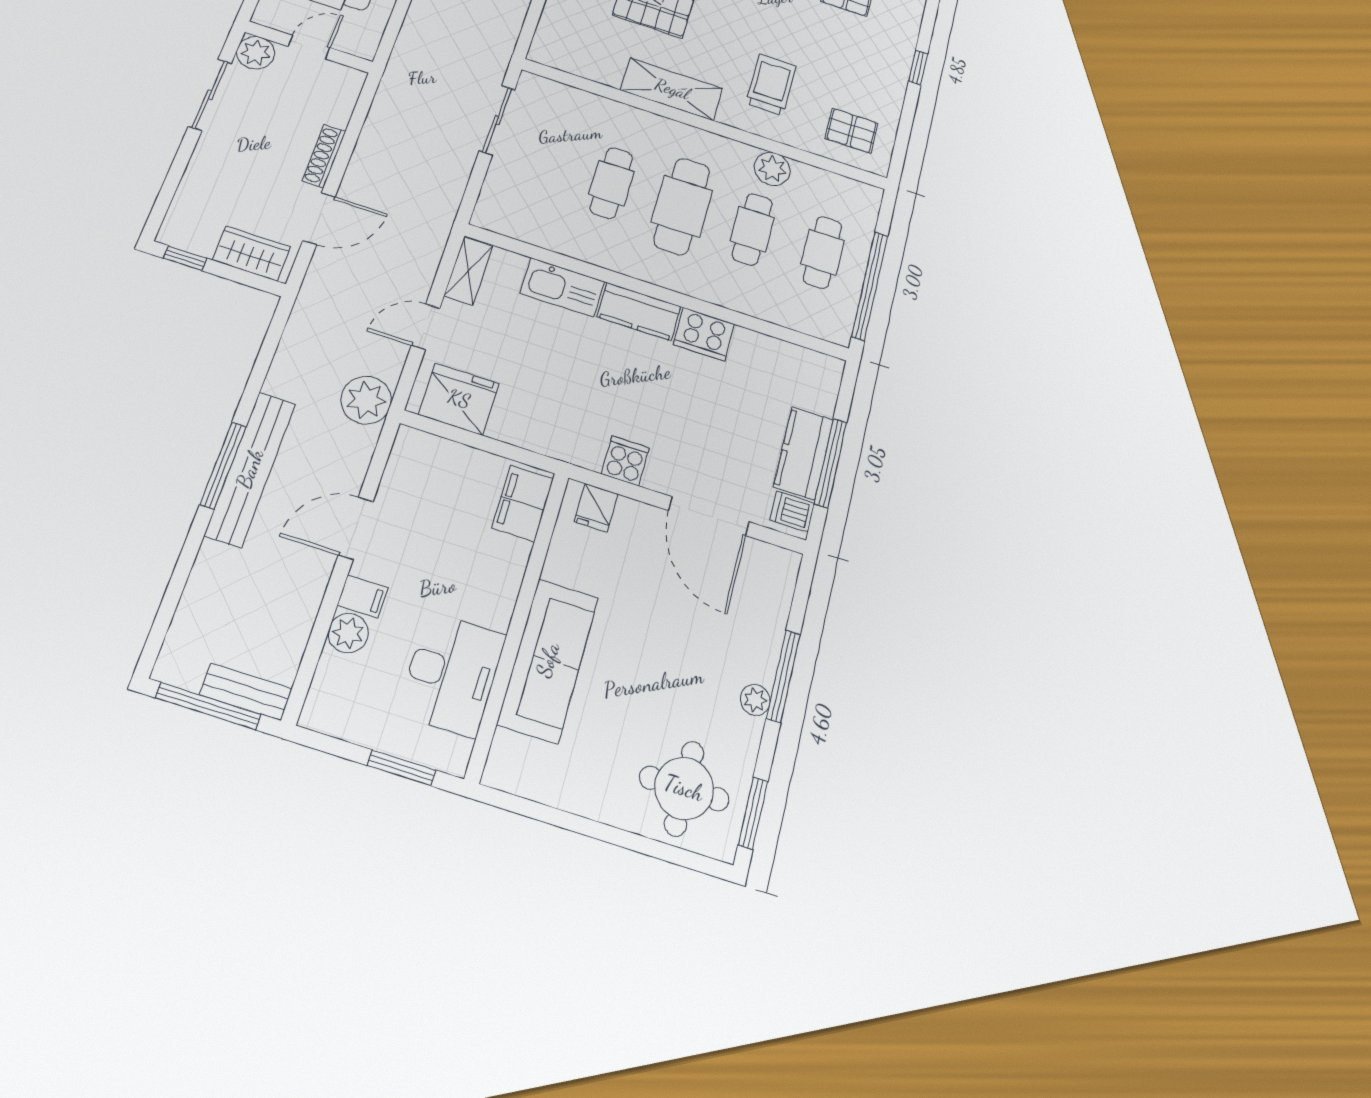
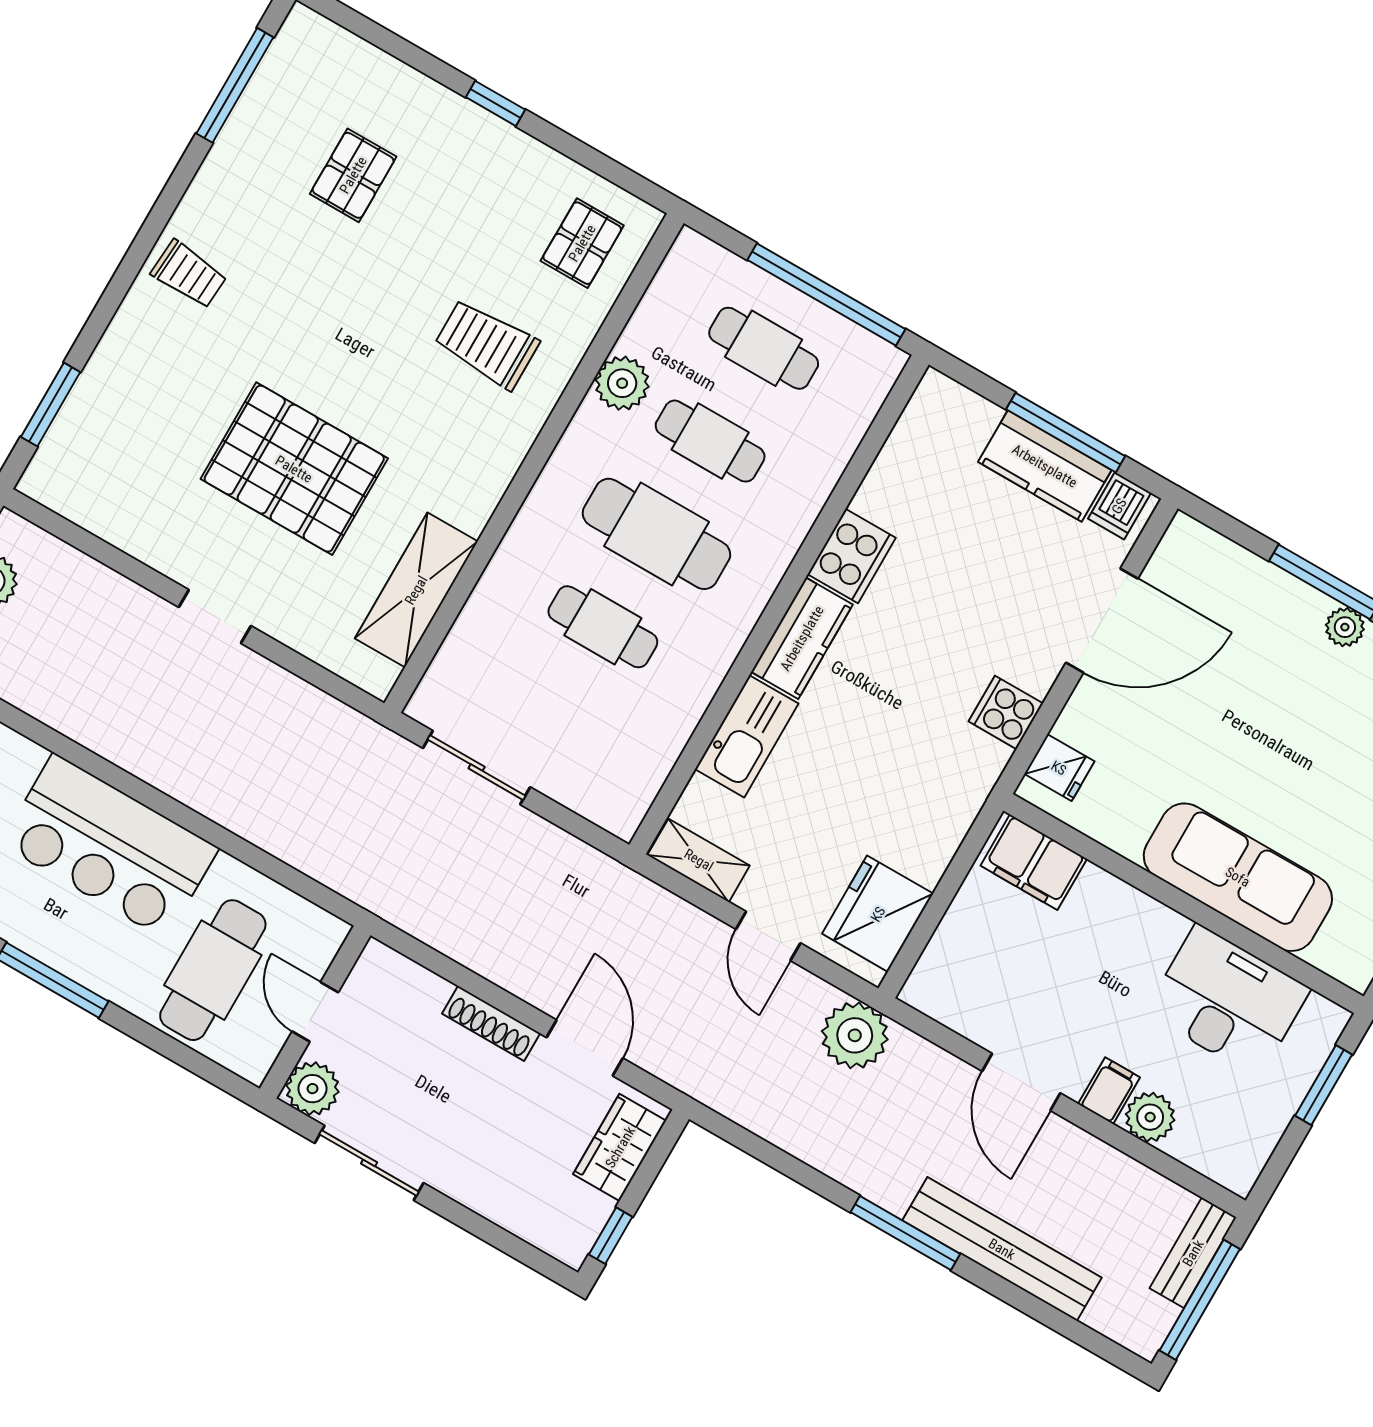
shelving: (672, 89) -> (416, 590), moved
bench: (250, 469) -> (1002, 1249), moved

